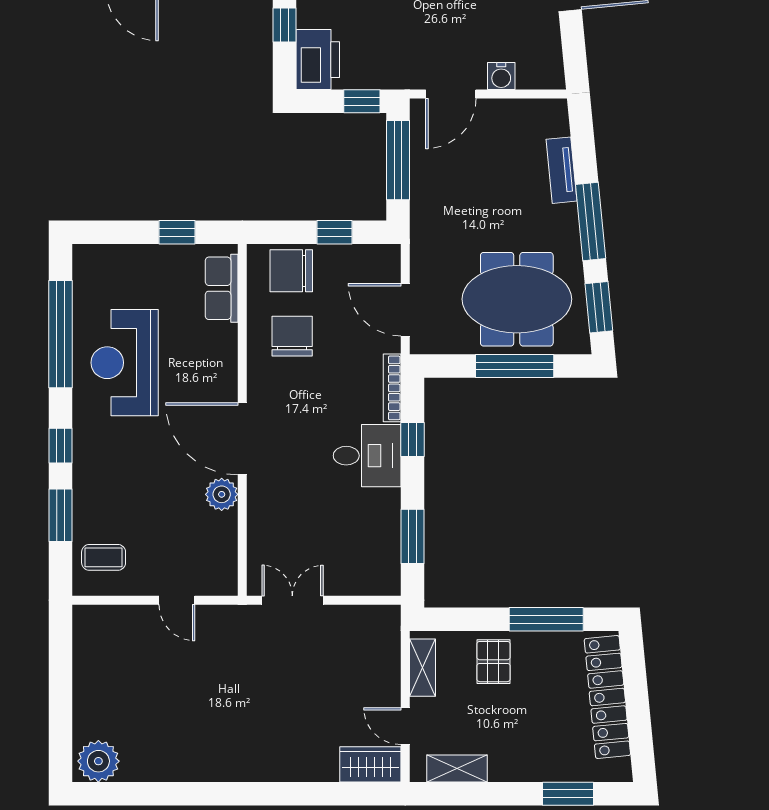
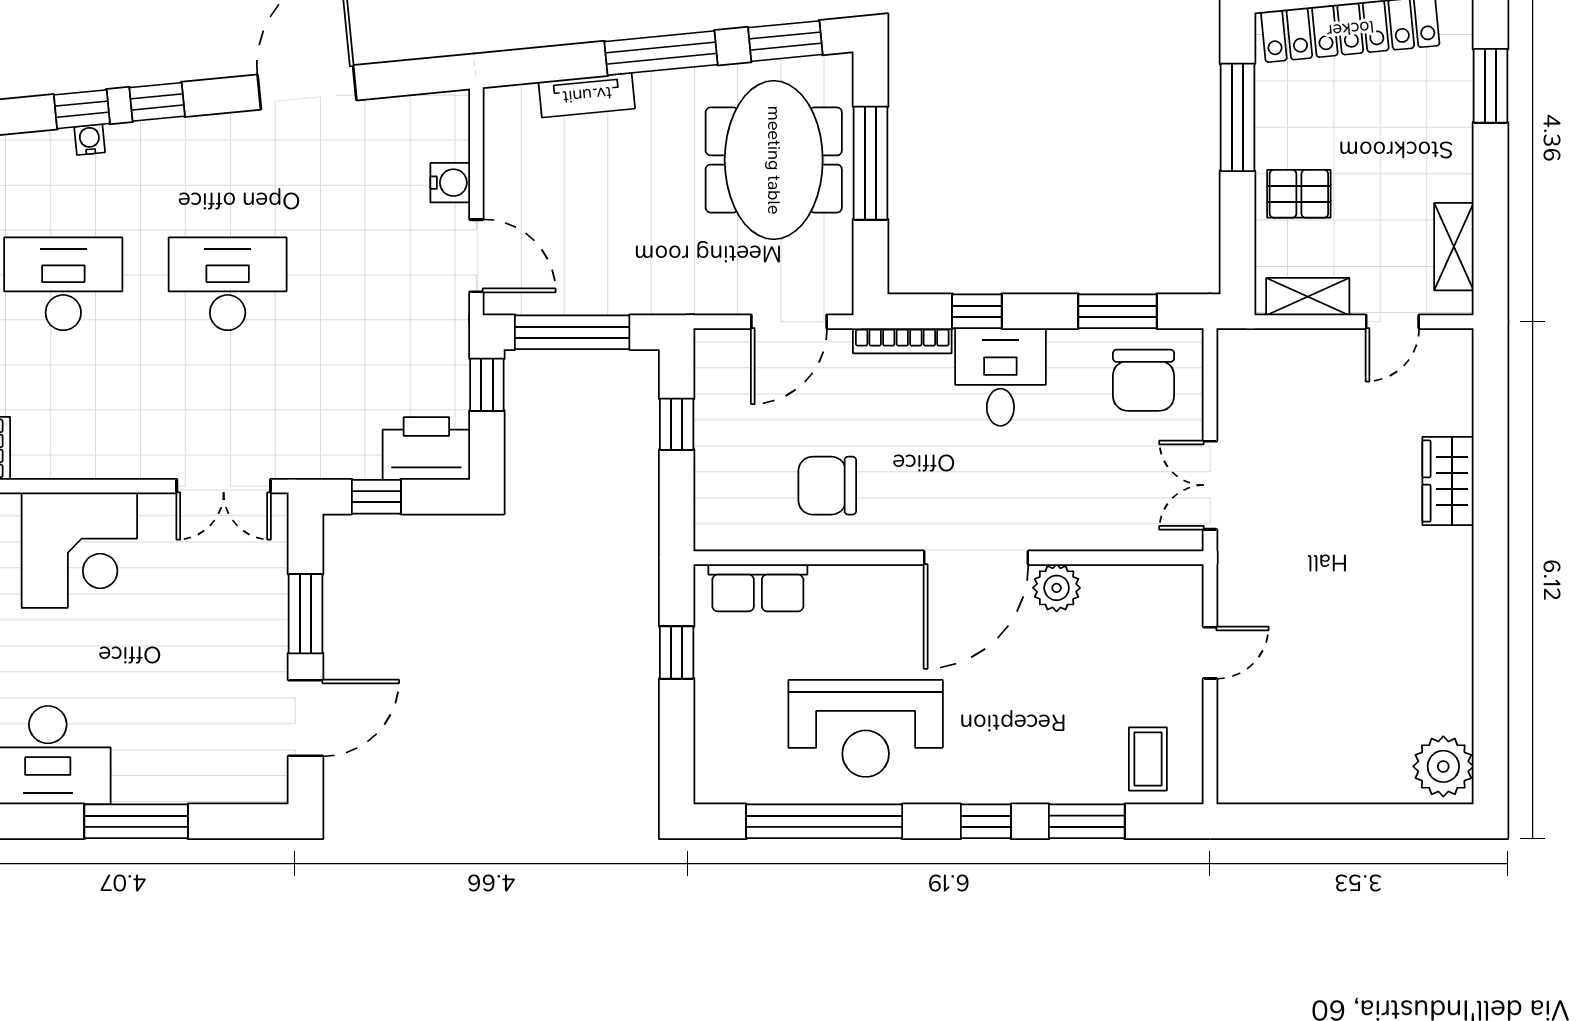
chair: (291, 271) -> (1144, 380), moved
wardrobe: (370, 764) -> (1448, 481), moved

